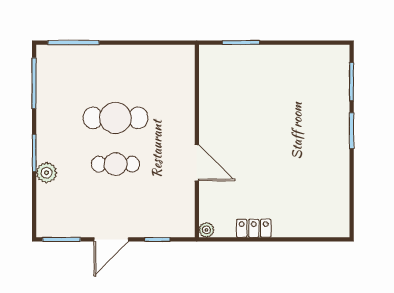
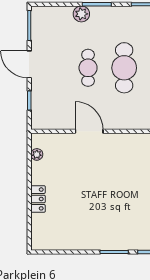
door: (197, 163) -> (89, 131), swing flipped
locker: (254, 228) -> (38, 199), moved
plant: (206, 230) -> (37, 154), moved

